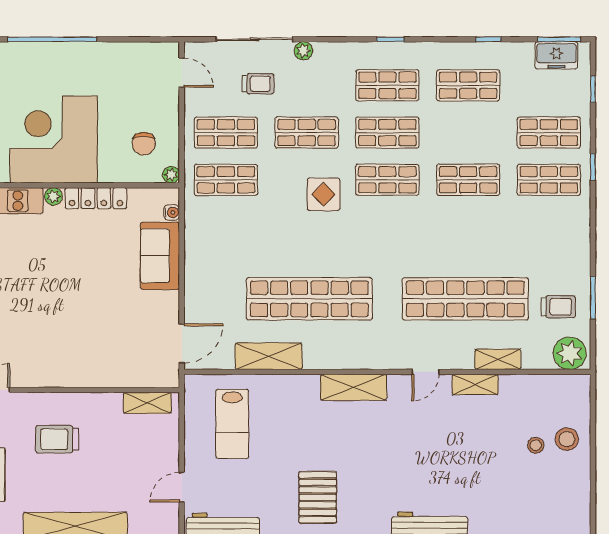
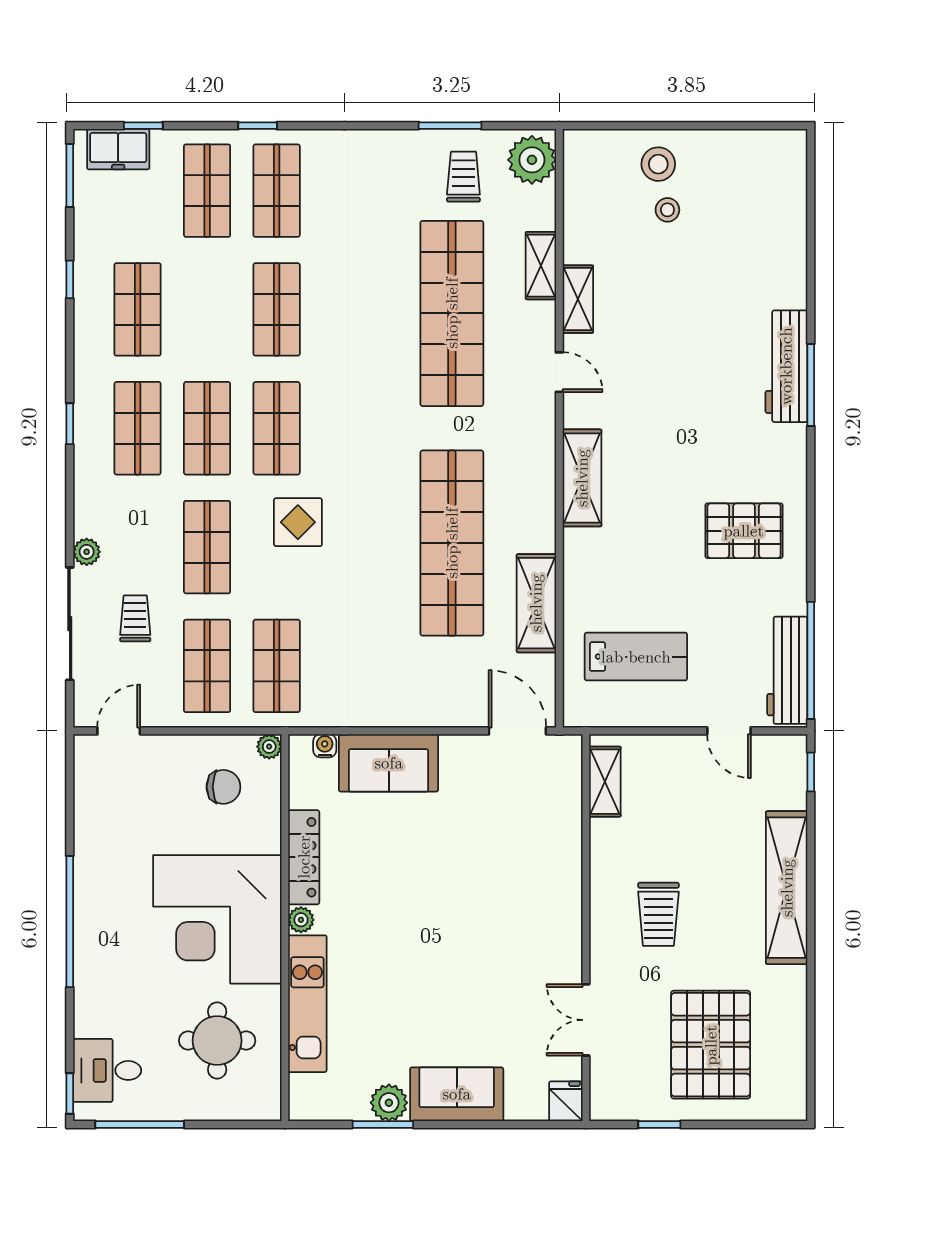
freezer: (556, 55) -> (118, 149), moved, turned 90

